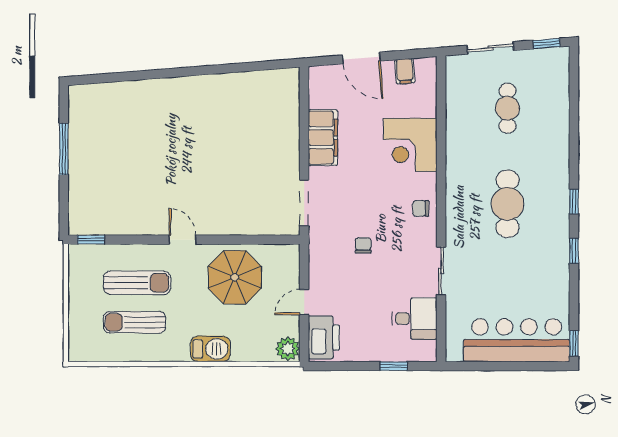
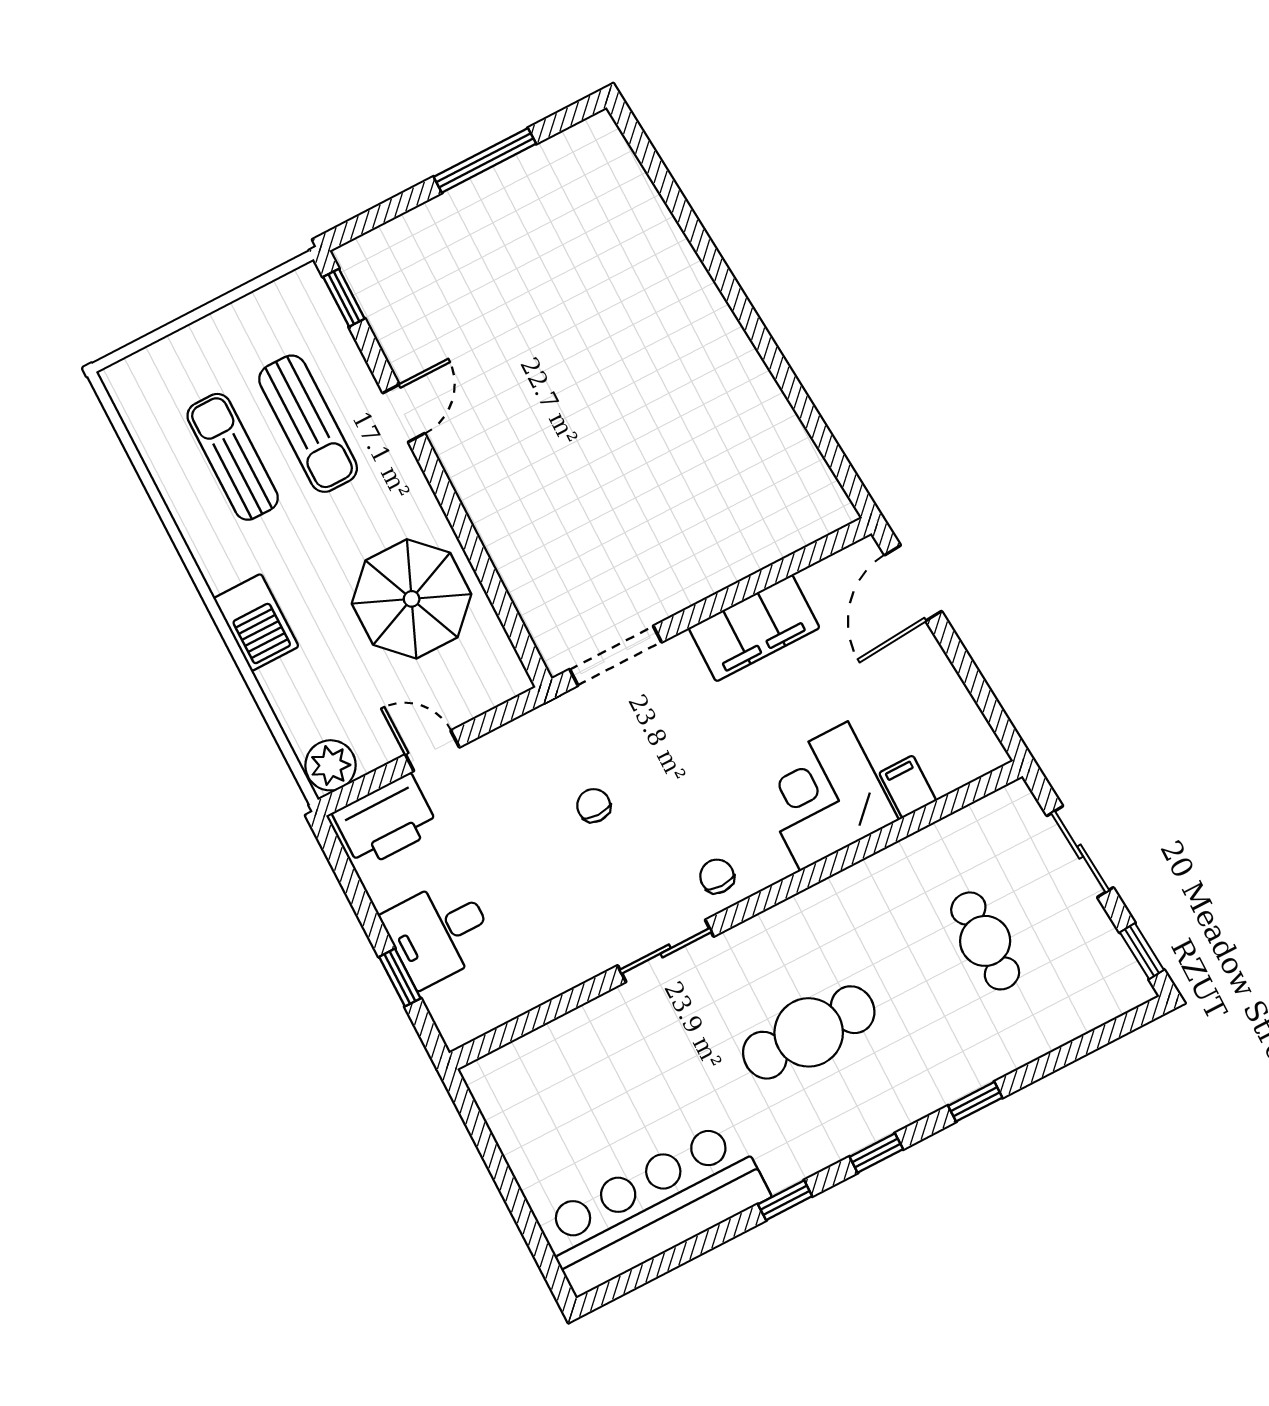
door: (361, 58) -> (913, 583), moved
filing cabinet: (405, 71) -> (908, 787), moved, turned 94
cafe table: (508, 108) -> (985, 941), turned 90
door: (183, 240) -> (404, 413), moved
chair: (363, 245) -> (594, 805), turned -90
sliding door: (441, 271) -> (666, 951), moved
desk: (414, 319) -> (439, 932), moved, turned 90
bar counter: (517, 340) -> (654, 1208), moved, turned -90
window: (574, 343) -> (975, 1102), moved

